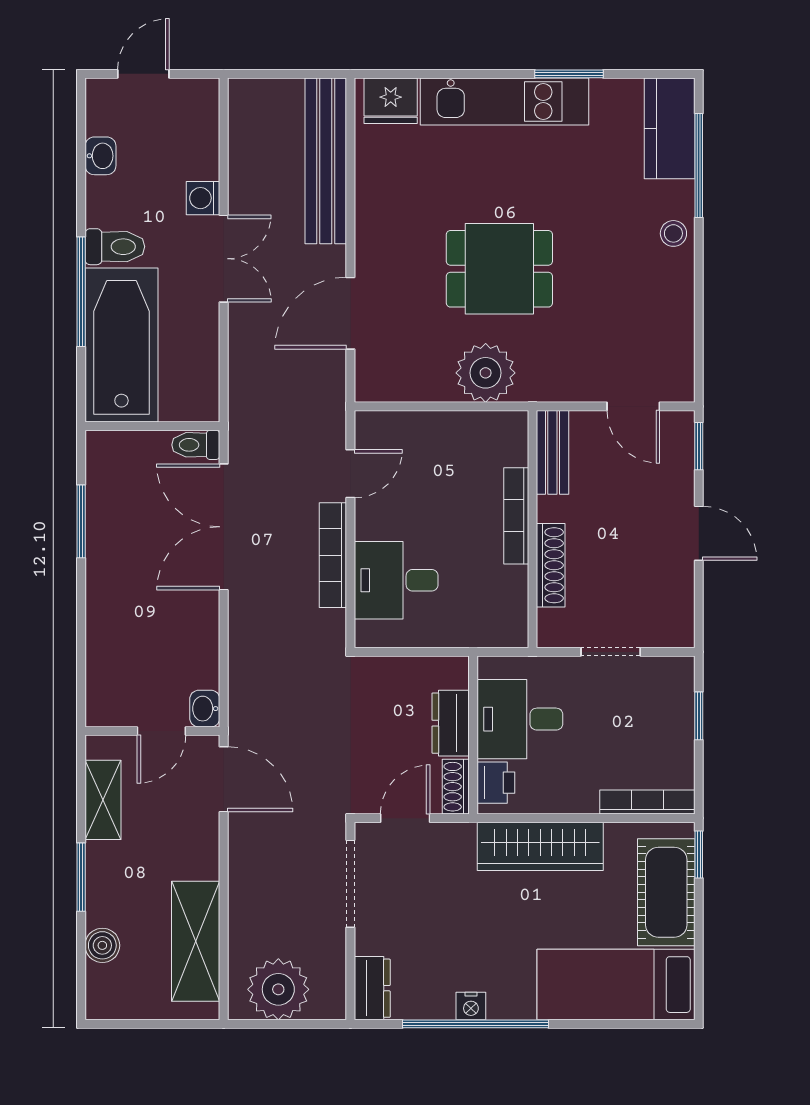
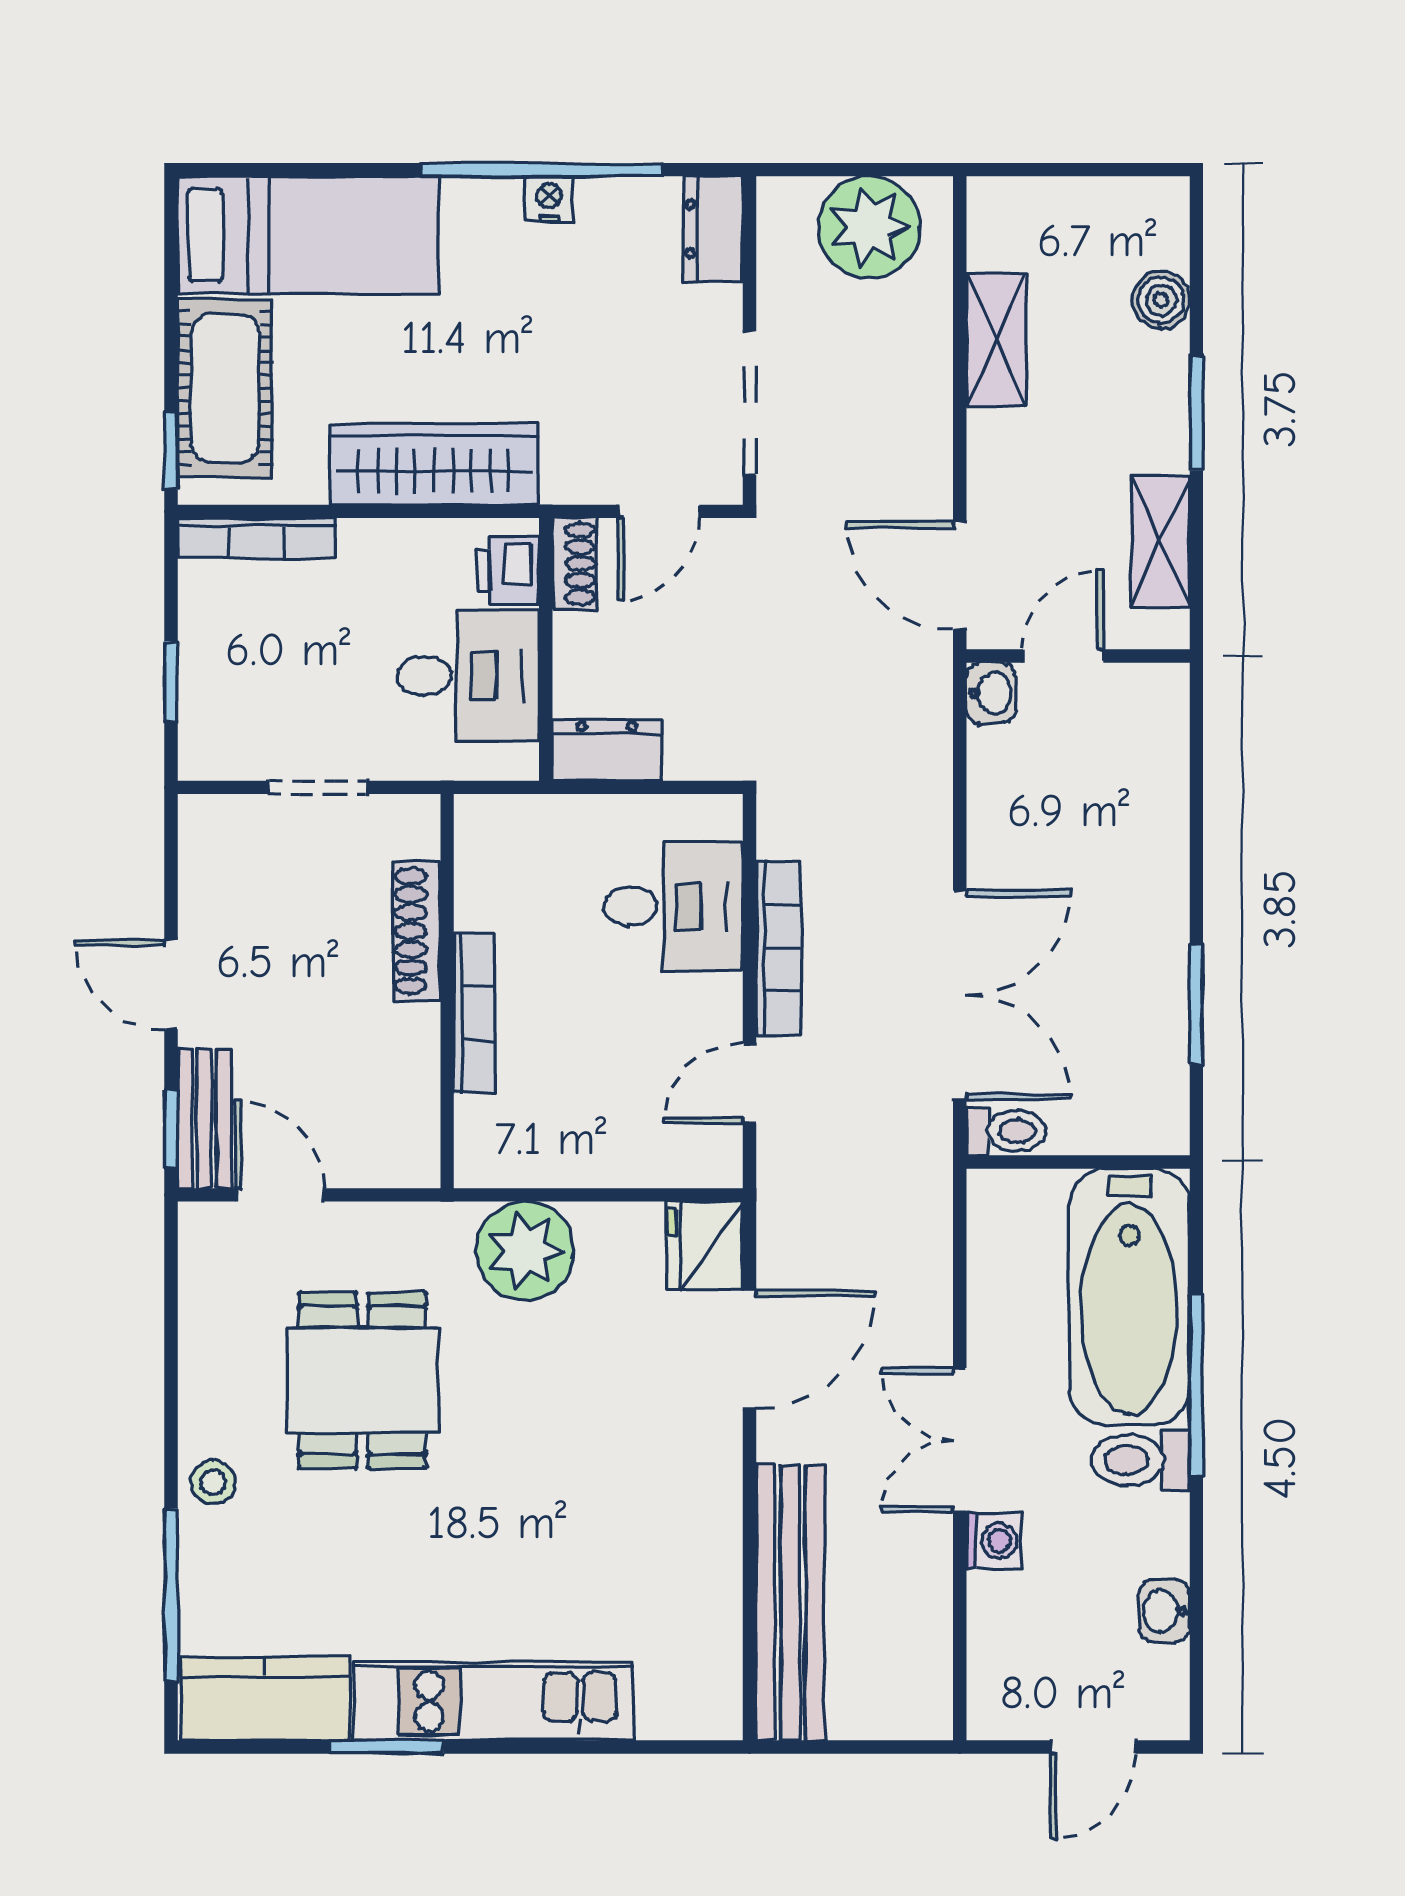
fridge: (391, 101) -> (705, 1246), moved, turned -90
kitchen counter: (670, 128) -> (265, 1698), moved, turned -90
dining table: (499, 269) -> (362, 1380), moved, turned 90
bench: (552, 452) -> (204, 1119), moved
dresser: (451, 723) -> (607, 750), moved, turned -90
shelving: (196, 941) -> (996, 340), width x0.67, depth x0.75

